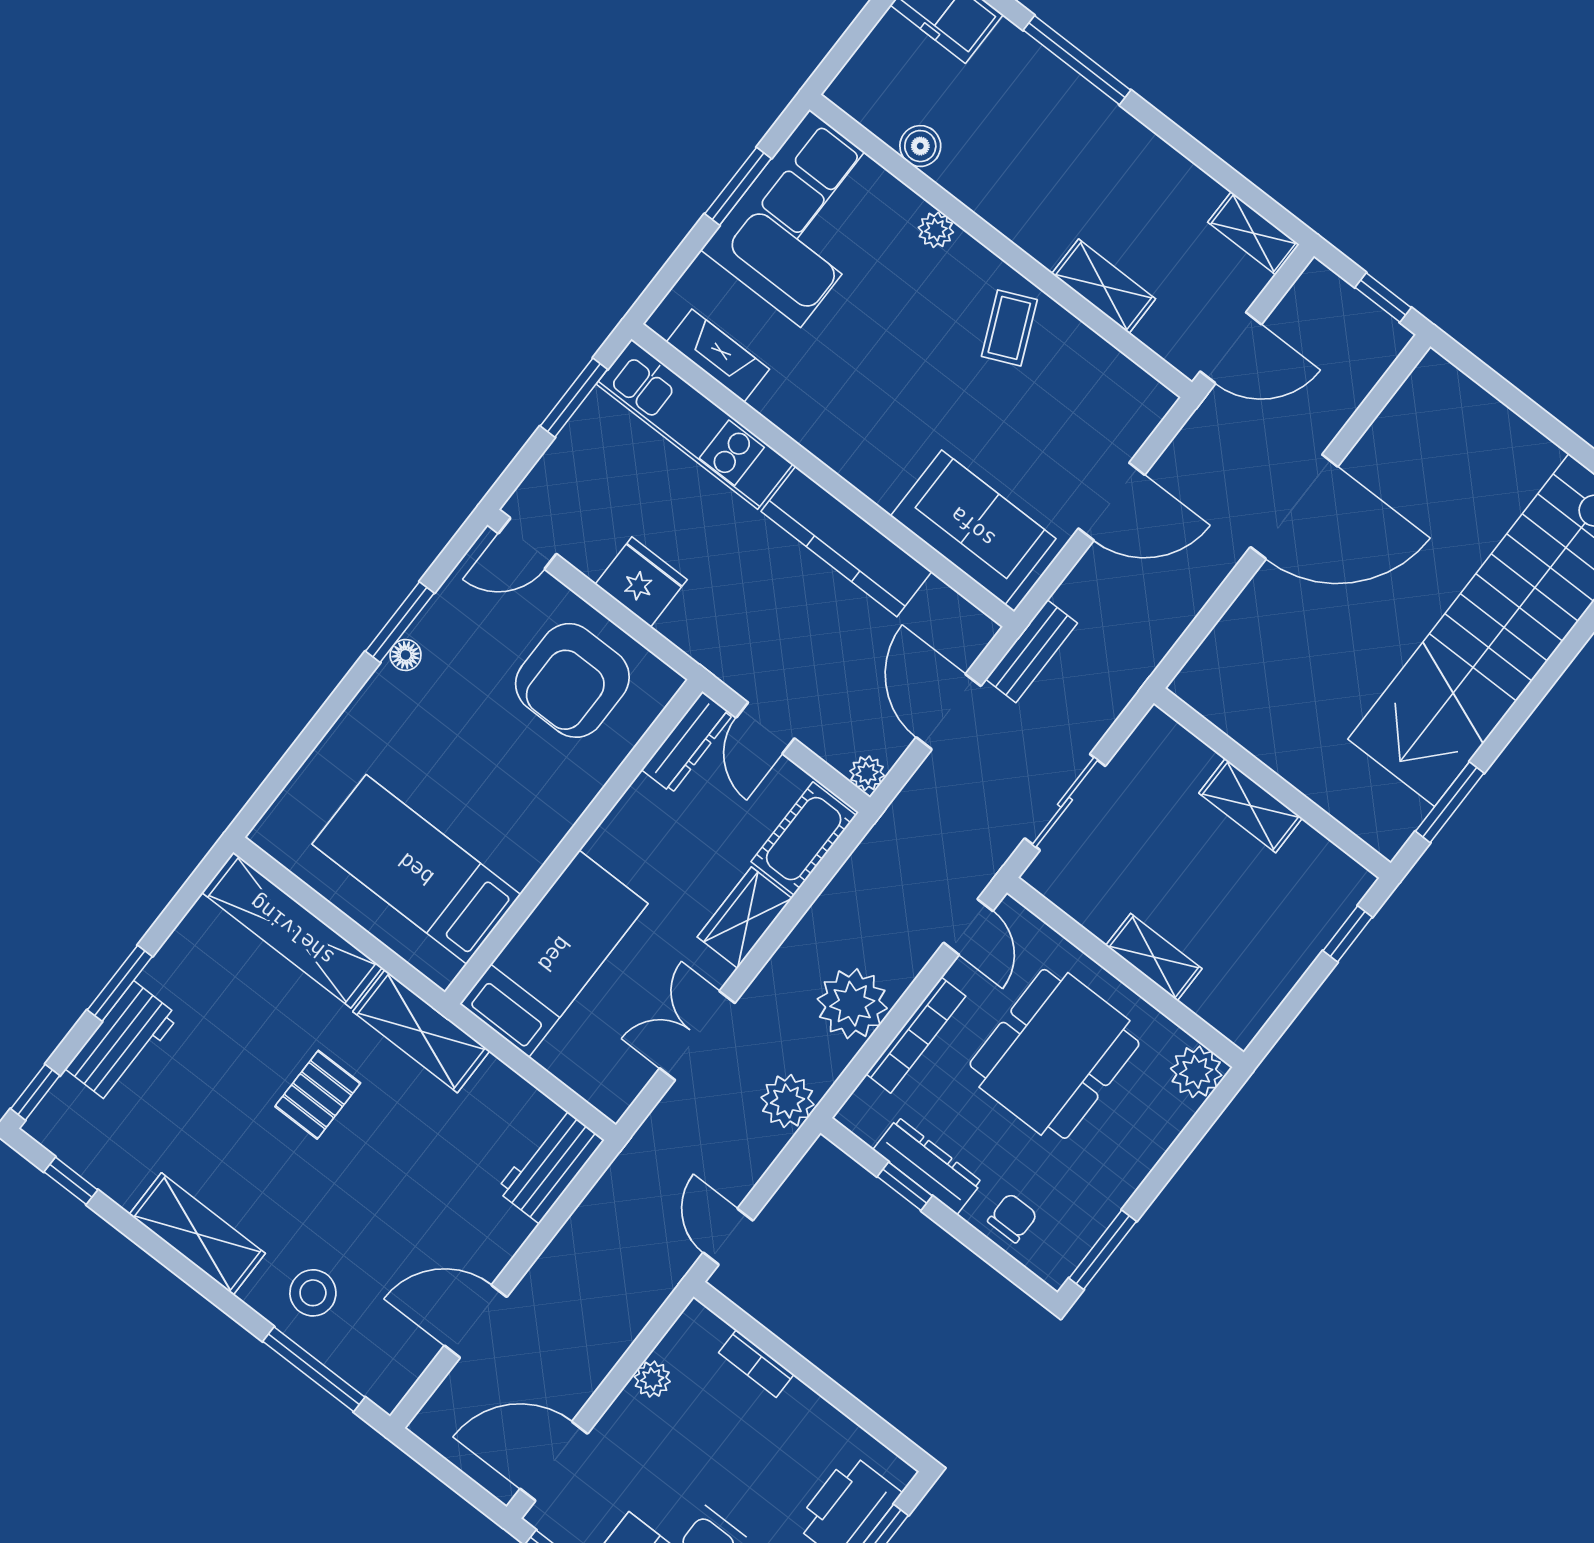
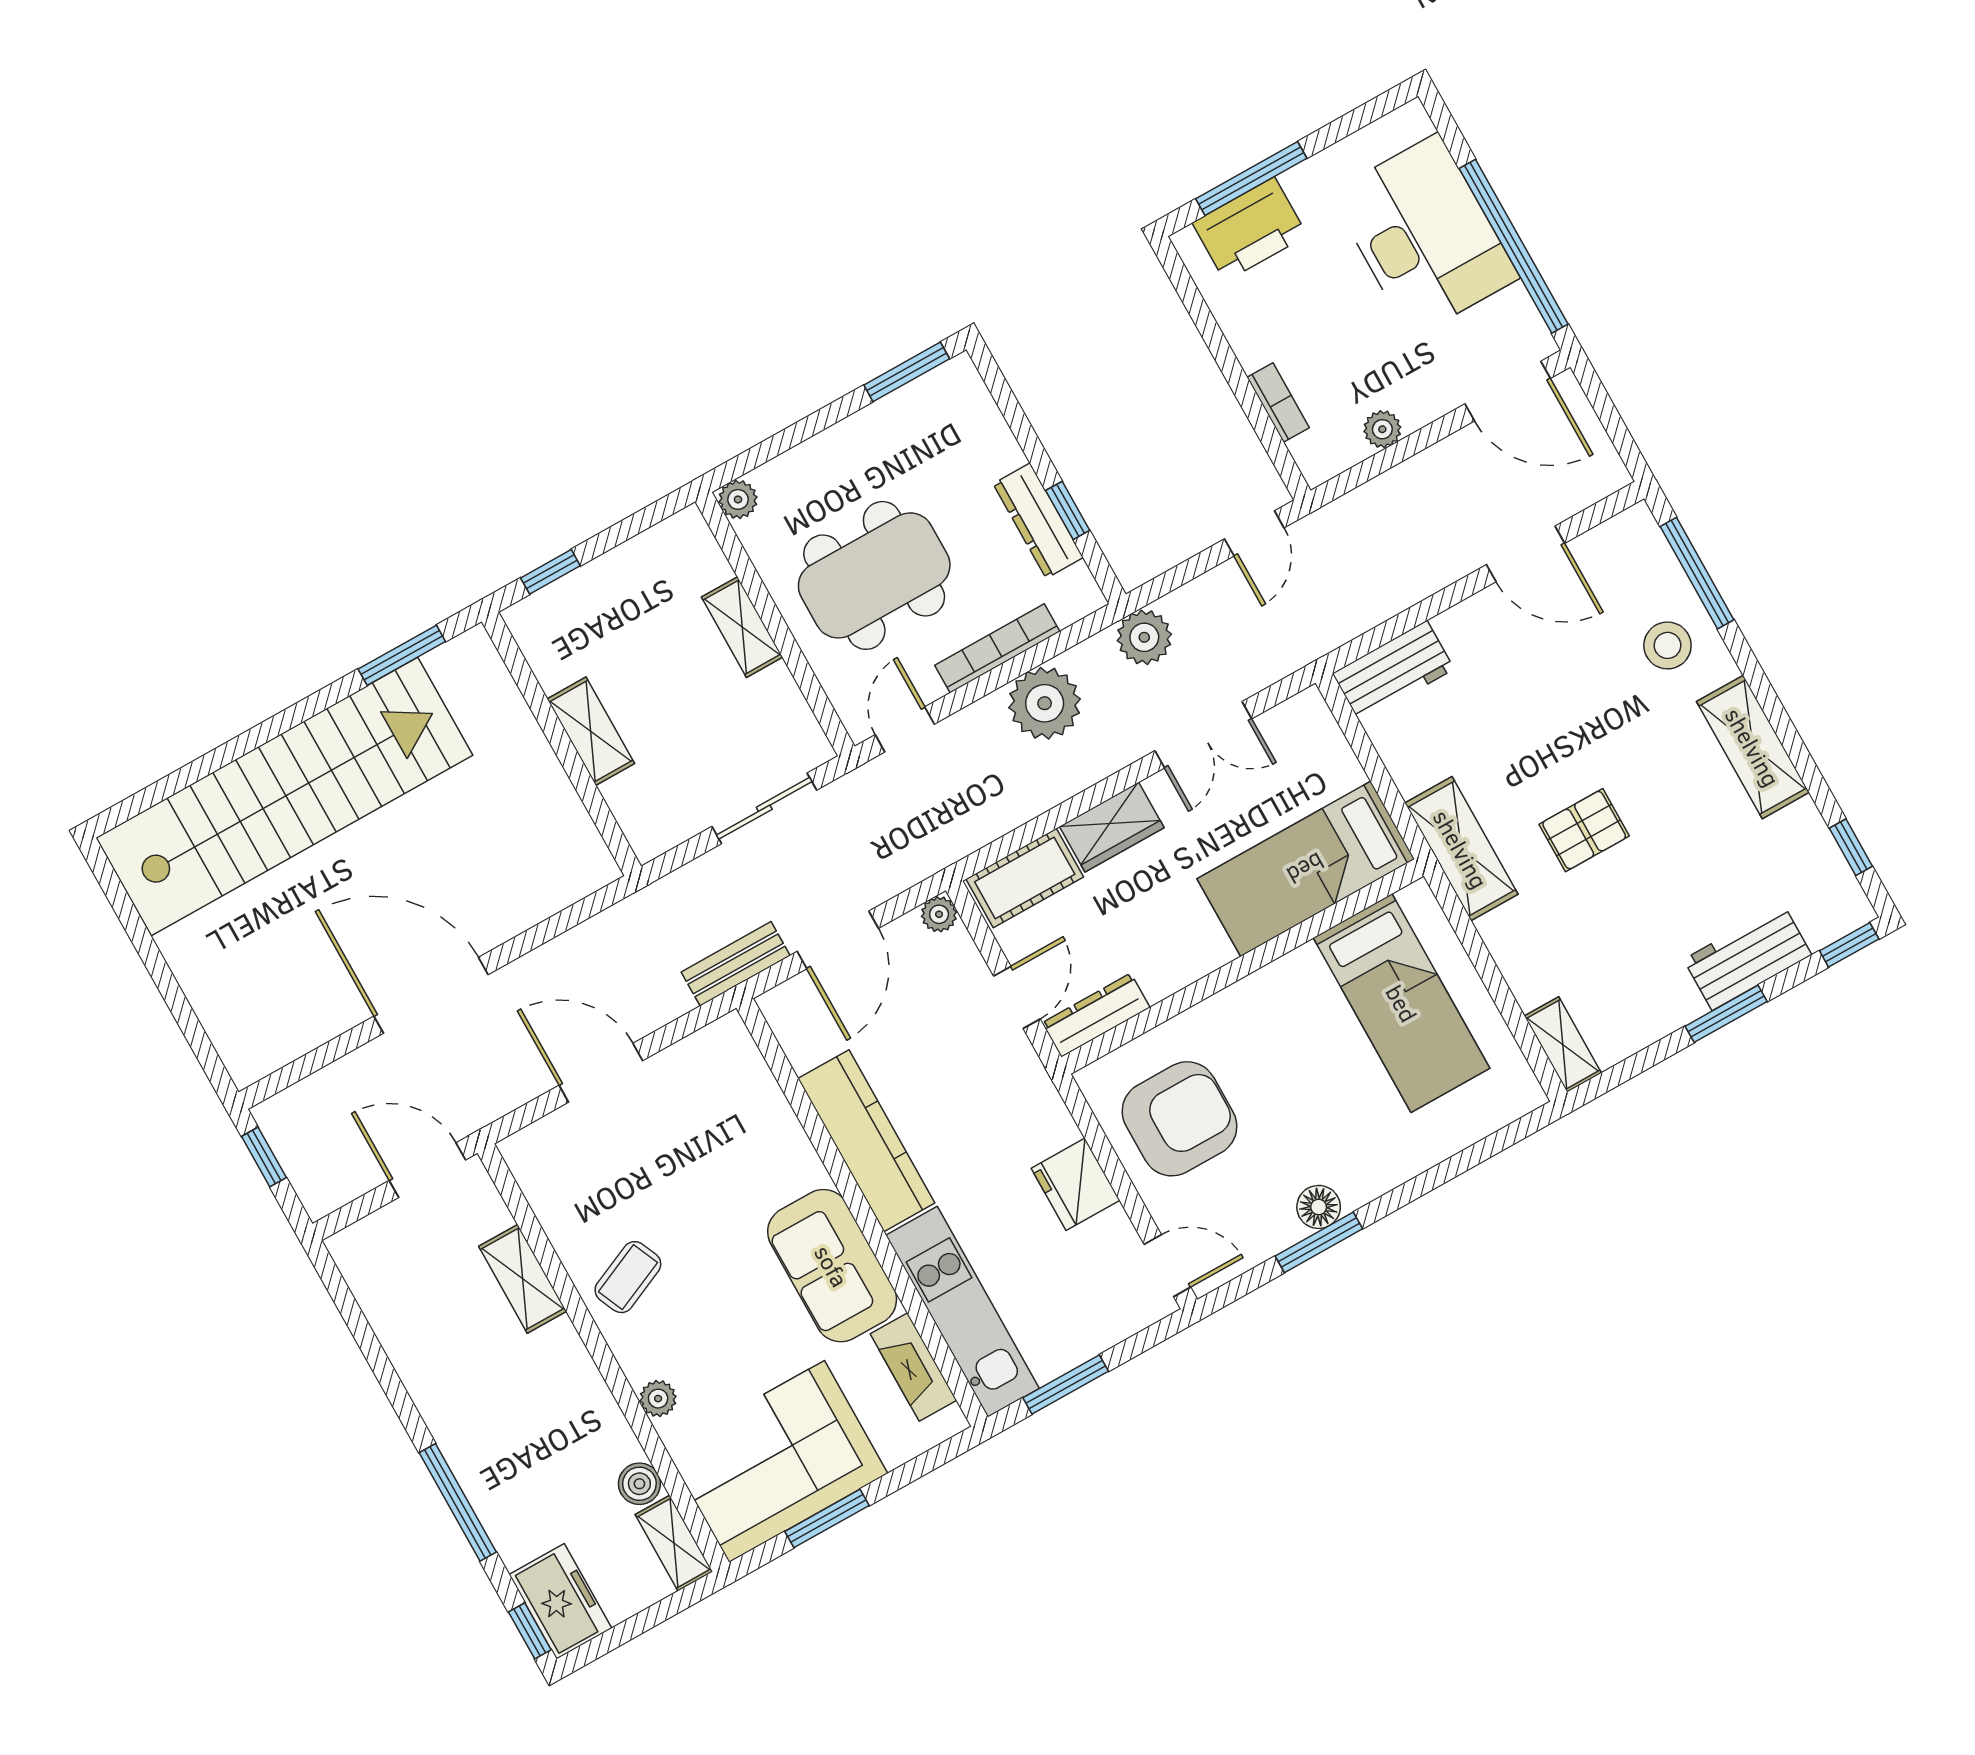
shelving: (1254, 233) -> (674, 1543), moved
sofa: (973, 527) -> (832, 1266), moved
floor lamp: (406, 655) -> (1319, 1207), width x1.37, depth x1.37
shelving: (292, 930) -> (1563, 1044), width x0.45, depth x0.75
plant: (1196, 1072) -> (738, 499), width x0.73, depth x0.73
chair: (1013, 1218) -> (979, 438), removed

